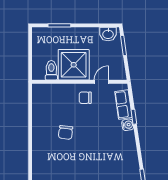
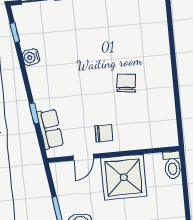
toilet: (51, 70) -> (172, 165), moved
water cooler: (128, 125) -> (31, 57), moved

